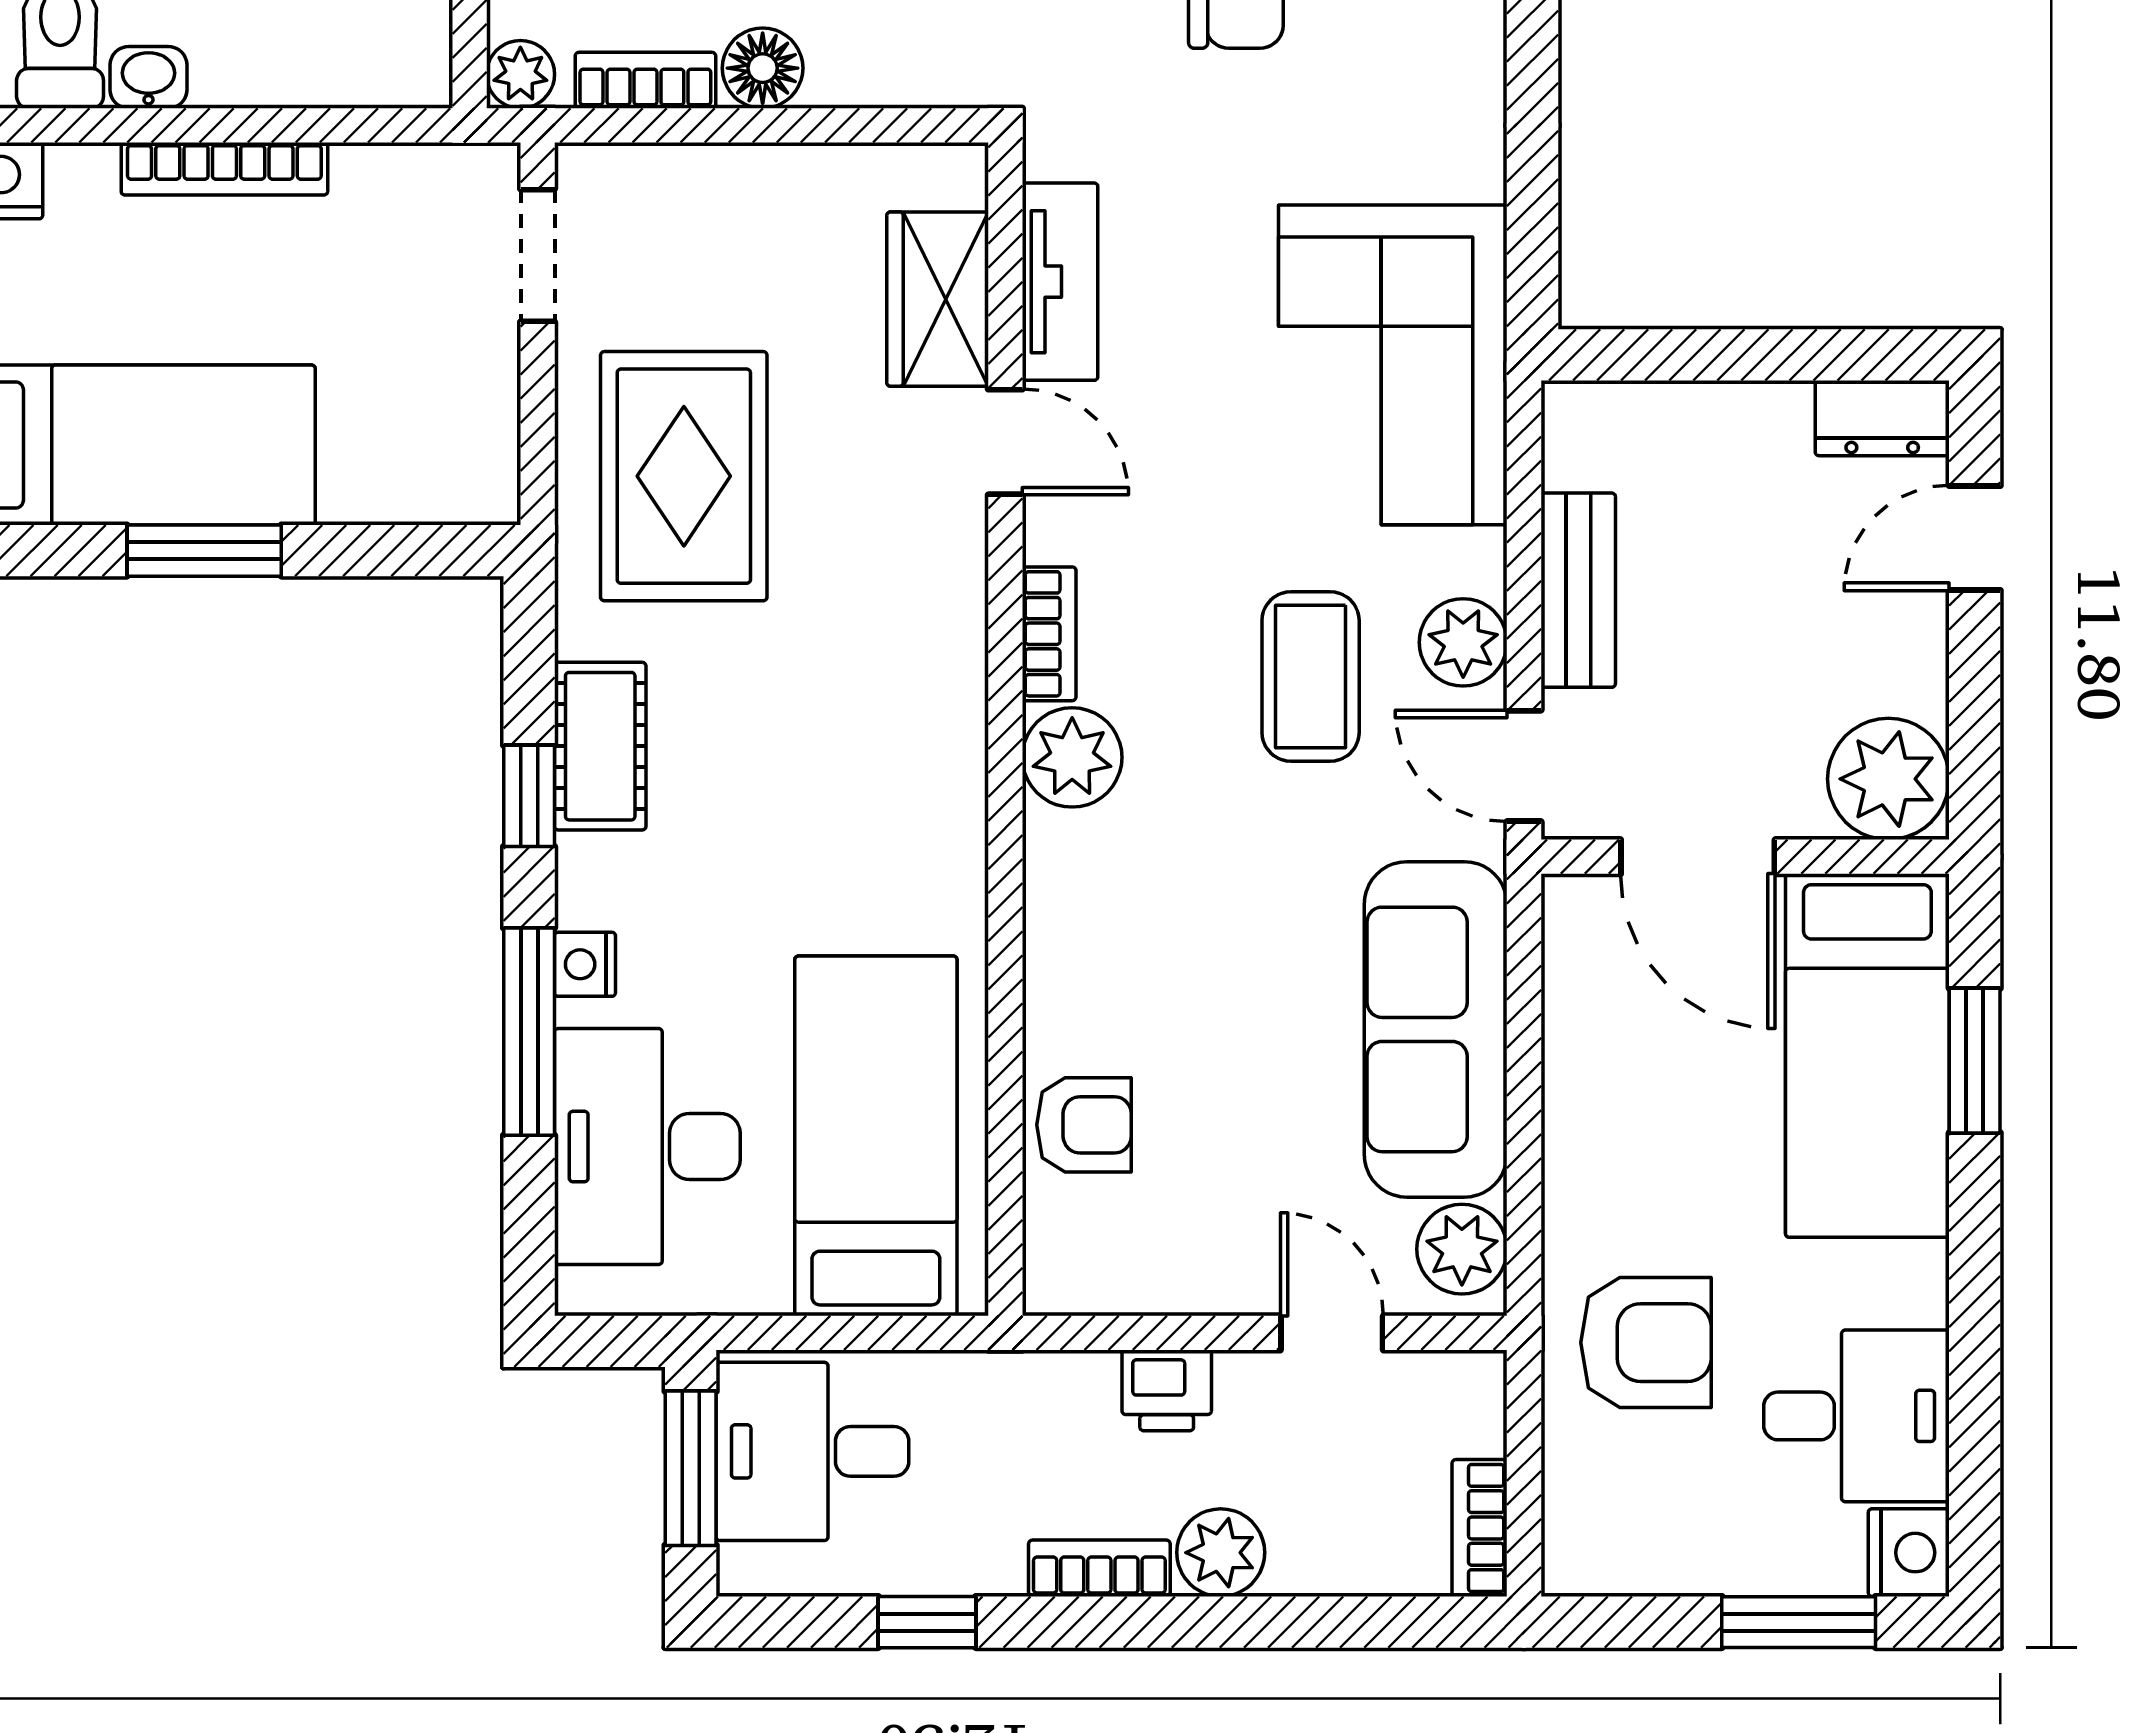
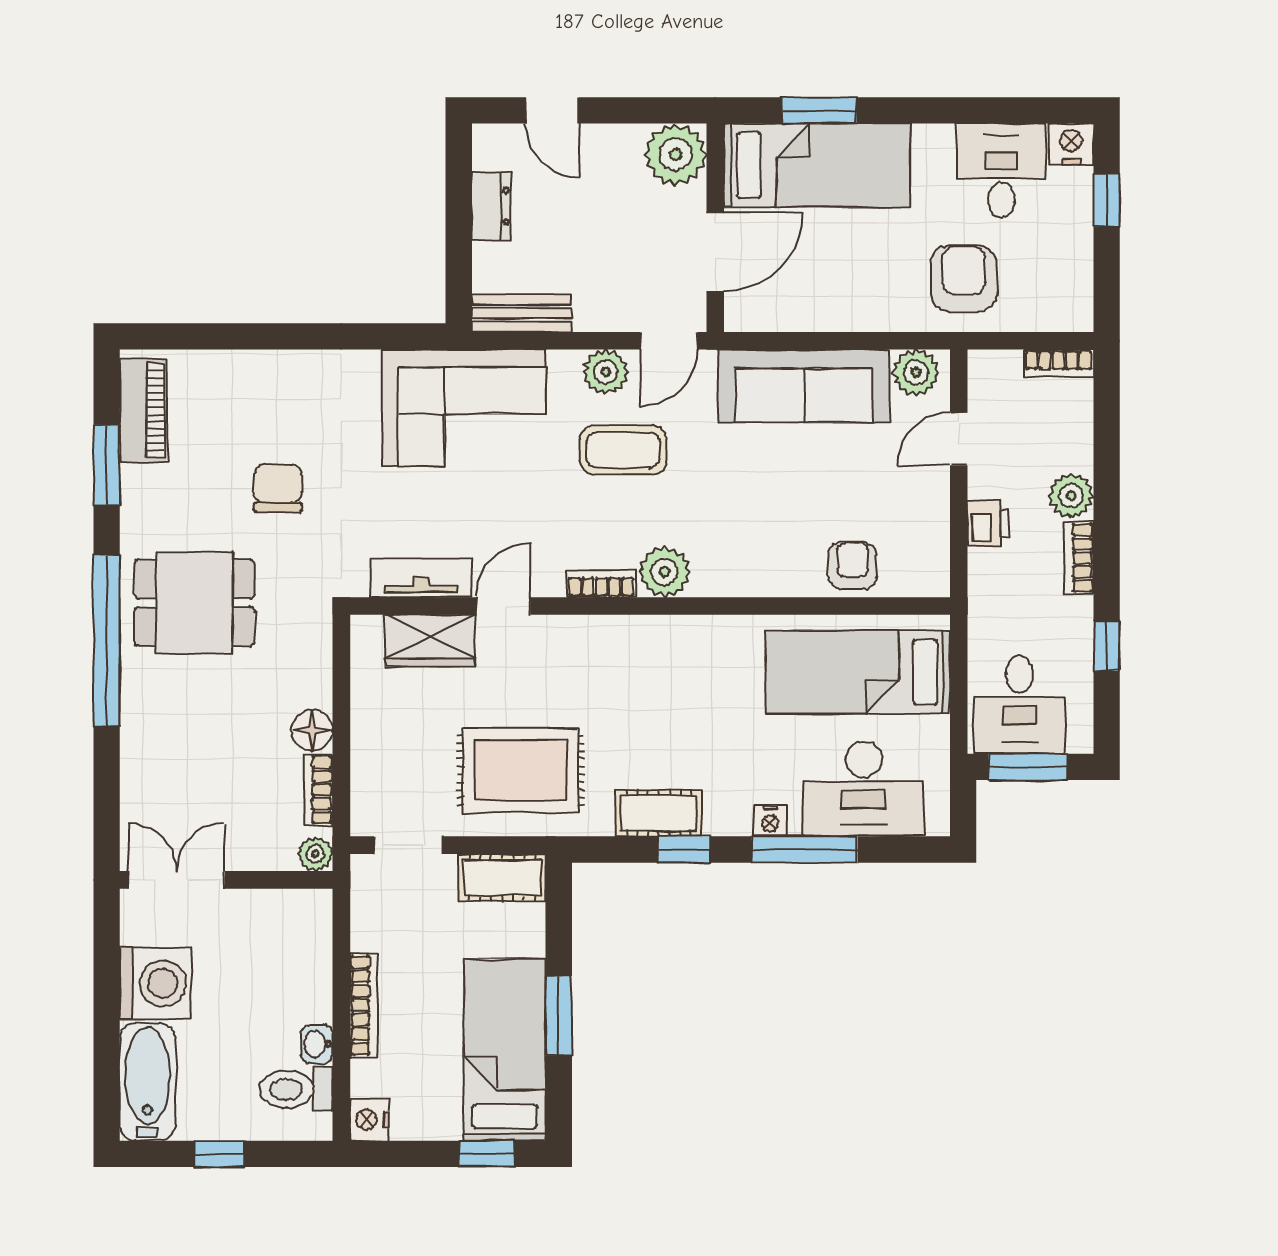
dresser: (1882, 418) -> (491, 206), moved
cot: (474, 440) -> (502, 878), added
bench: (1578, 590) -> (522, 313), moved
window: (1799, 1622) -> (1107, 200), width x0.67

